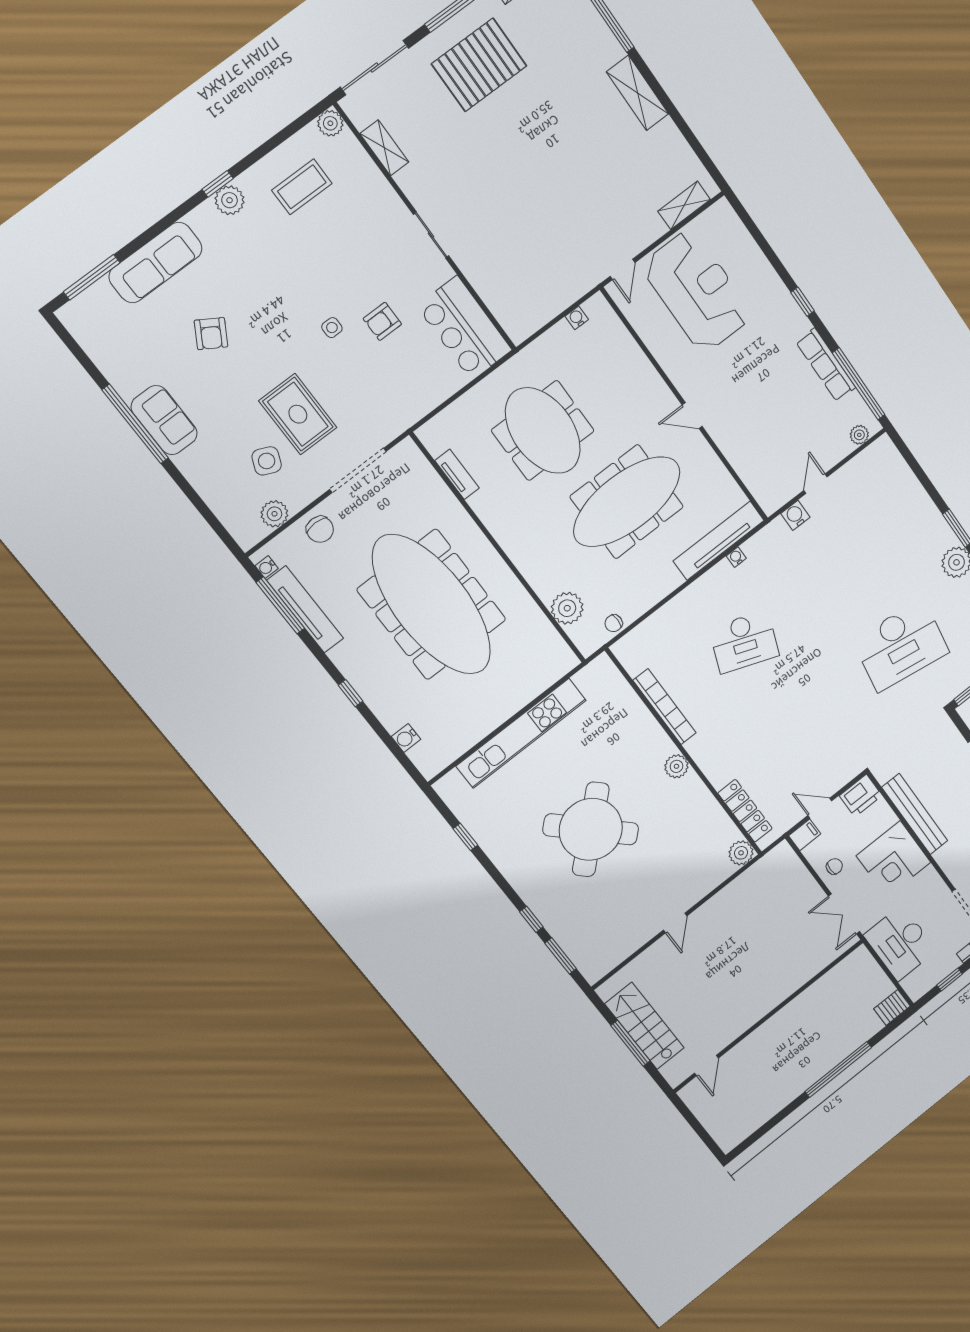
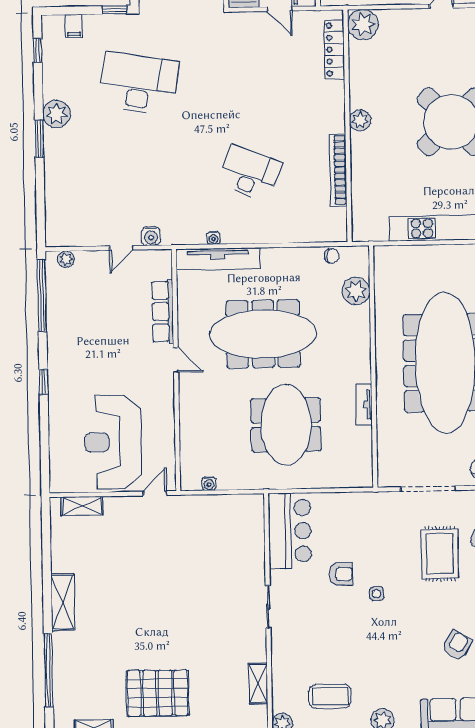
row of seats: (826, 365) -> (163, 312), moved, turned 180
tv unit: (457, 474) -> (364, 405), moved
plant: (741, 853) -> (363, 25), width x1.36, depth x1.36

